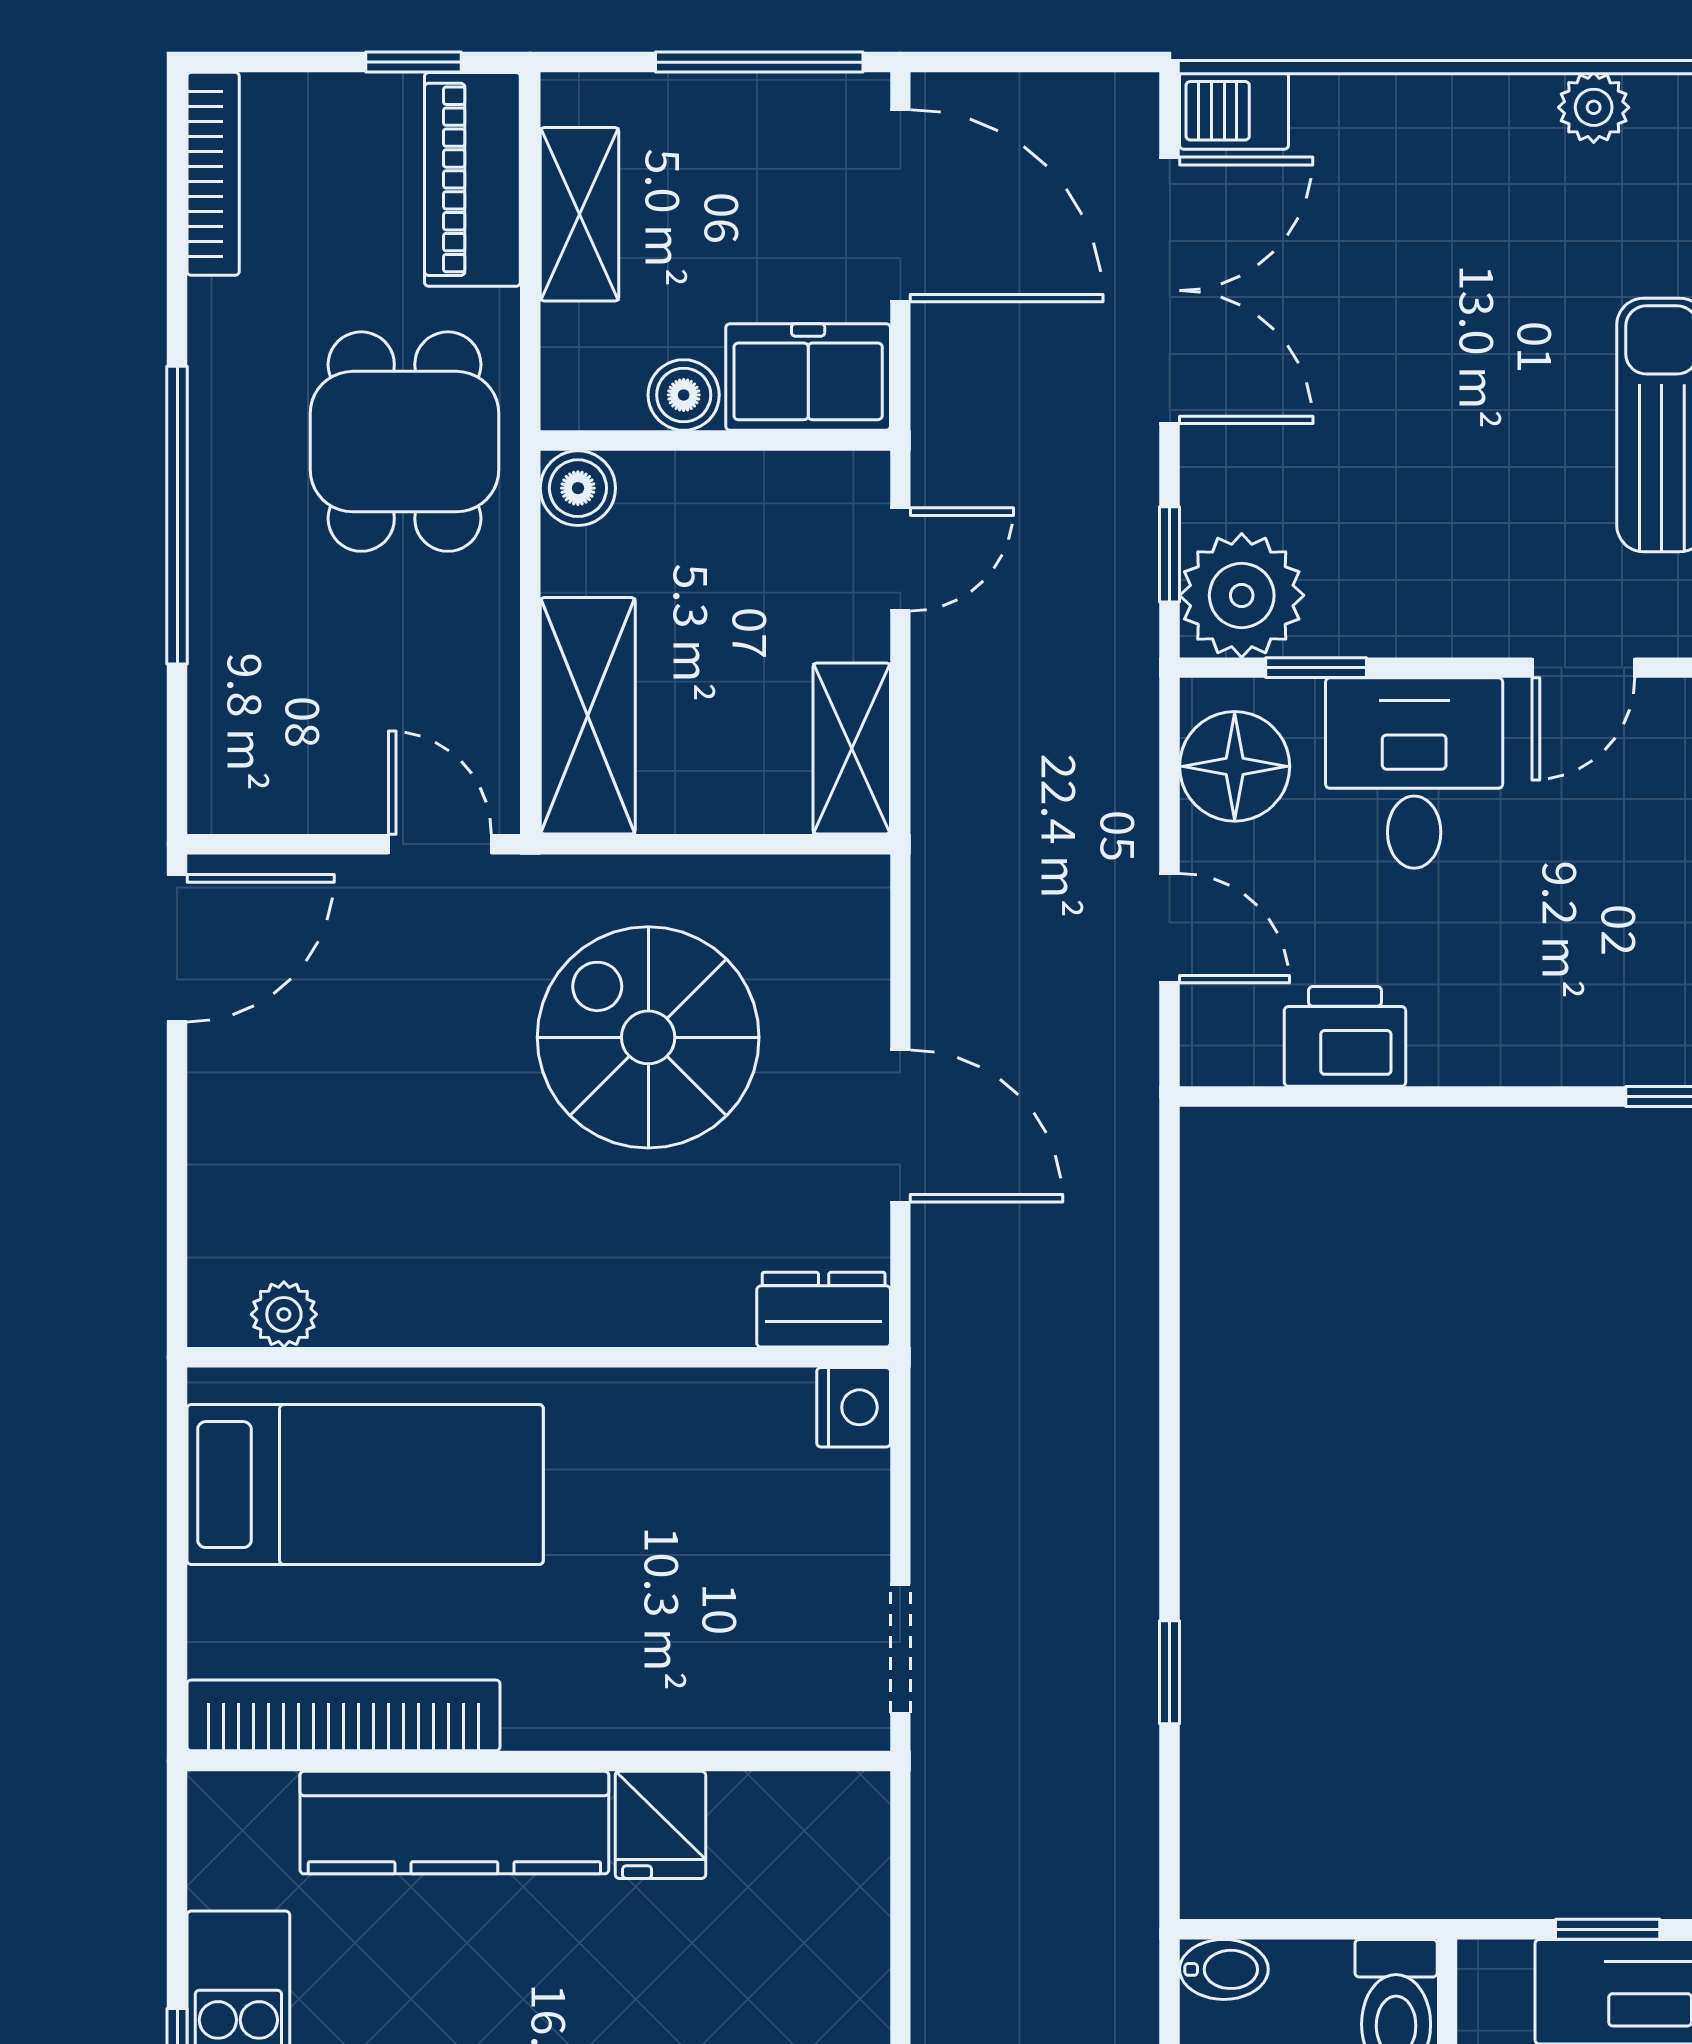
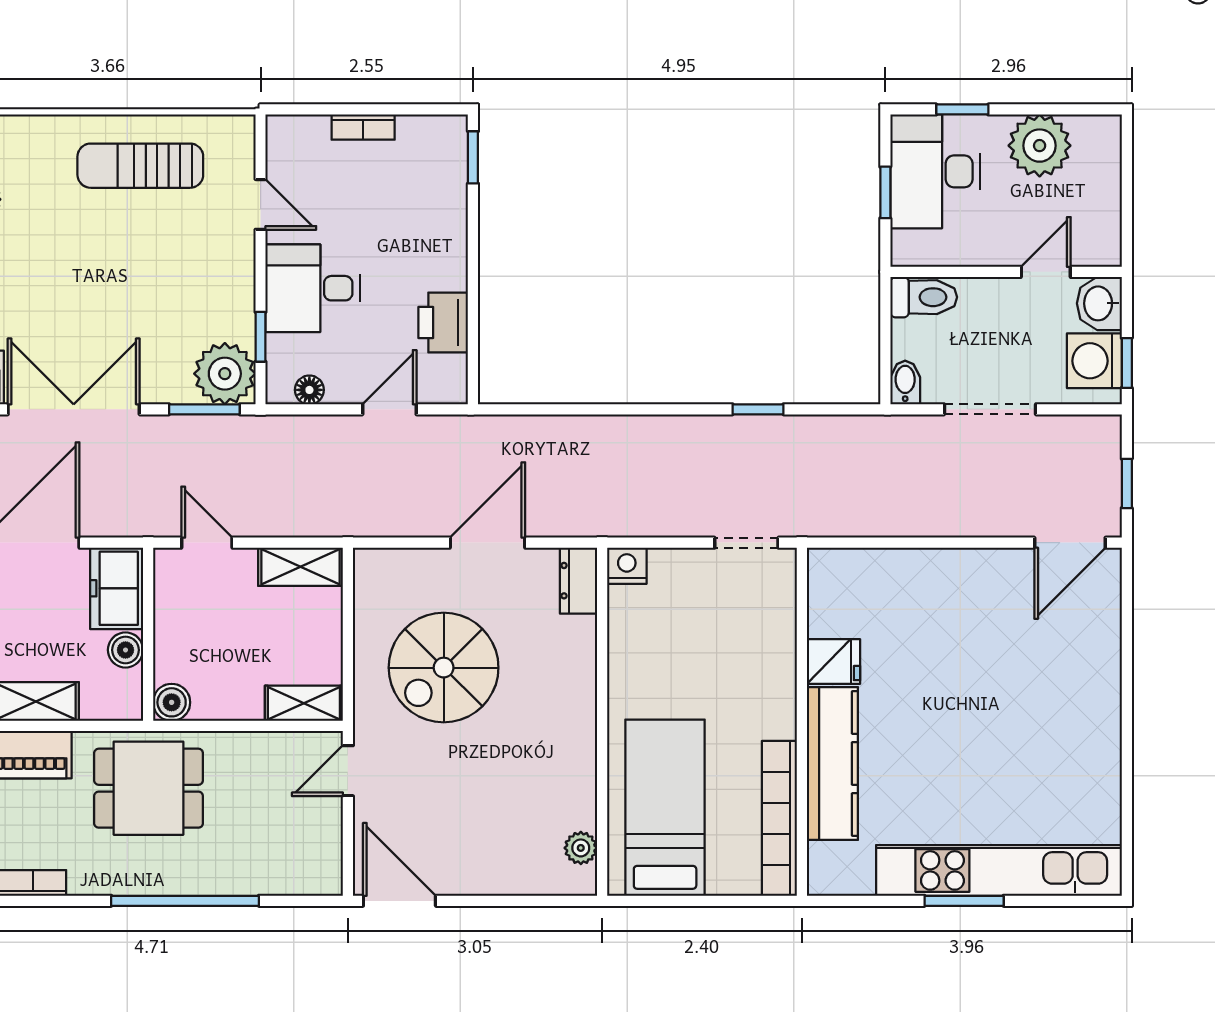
window: (1170, 554) -> (204, 409), width x1.50
shelving: (588, 716) -> (304, 703), width x0.67, depth x0.75
floor lamp: (1235, 766) -> (309, 390), width x0.53, depth x0.53

